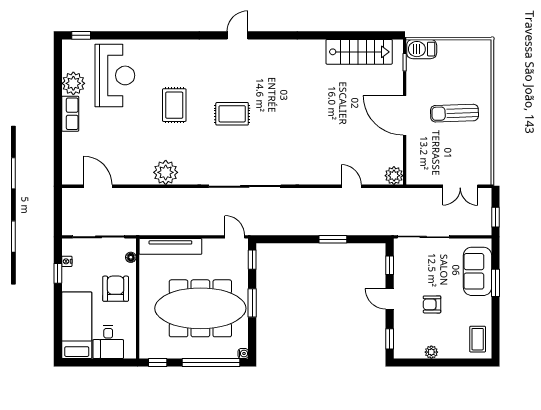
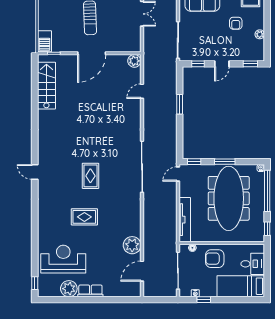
plant: (166, 172) -> (132, 245), moved
armchair: (432, 304) -> (236, 23), moved

